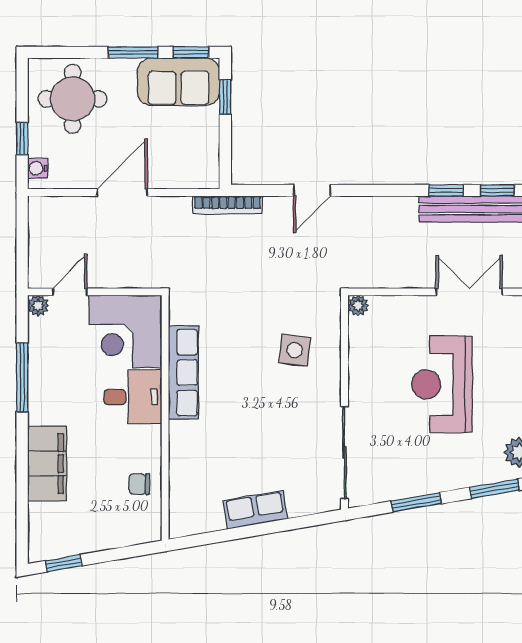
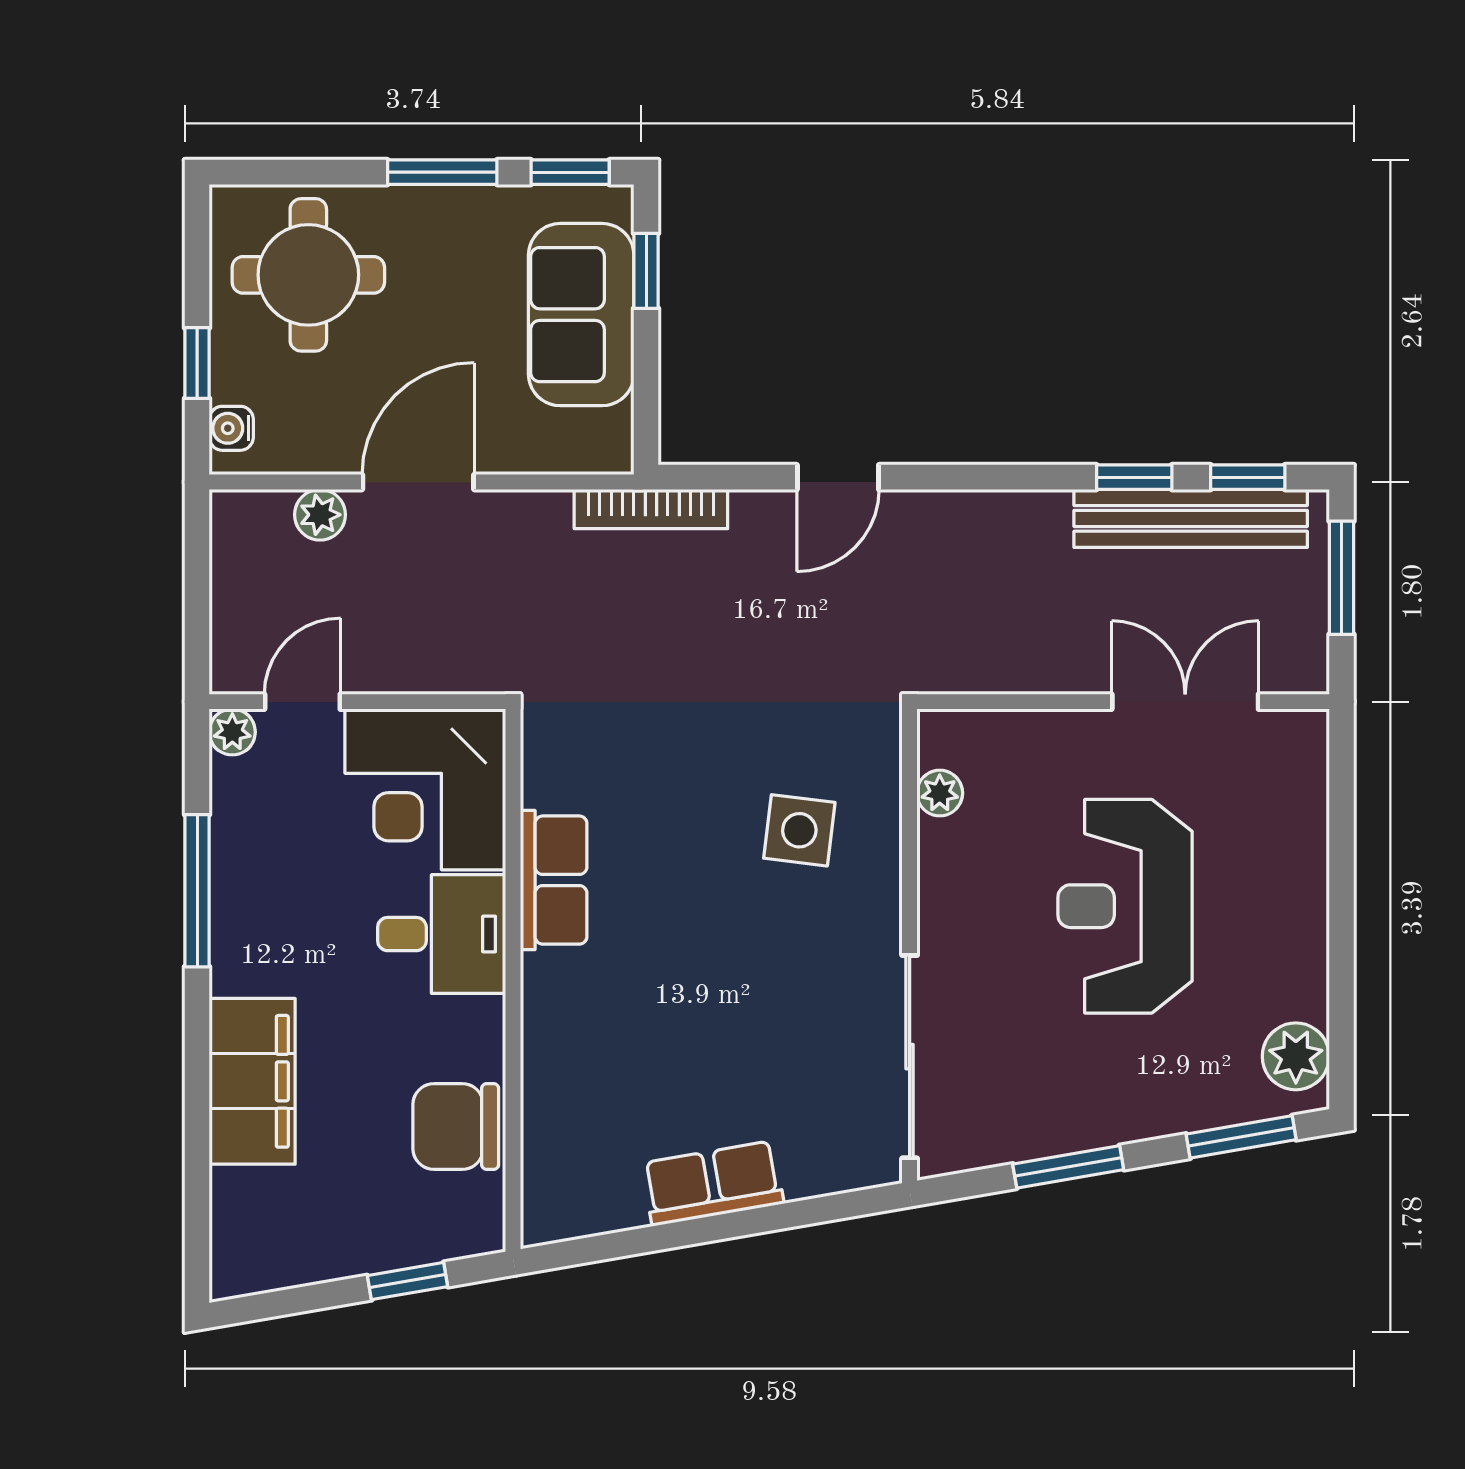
sofa: (179, 82) -> (581, 315), moved, turned 90
plant: (78, 207) -> (320, 515), added
plant: (358, 306) -> (940, 793), moved
row of seats: (183, 373) -> (554, 880), width x0.68
chair: (139, 484) -> (456, 1127), width x1.87, depth x1.87
window: (64, 563) -> (407, 1281), moved

